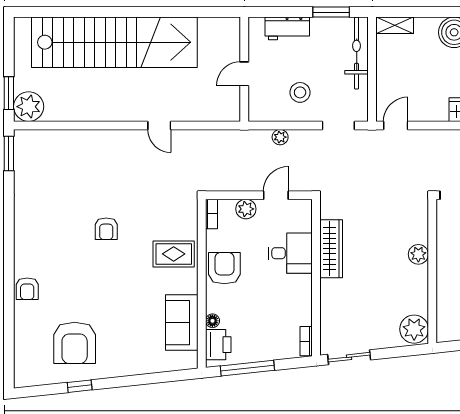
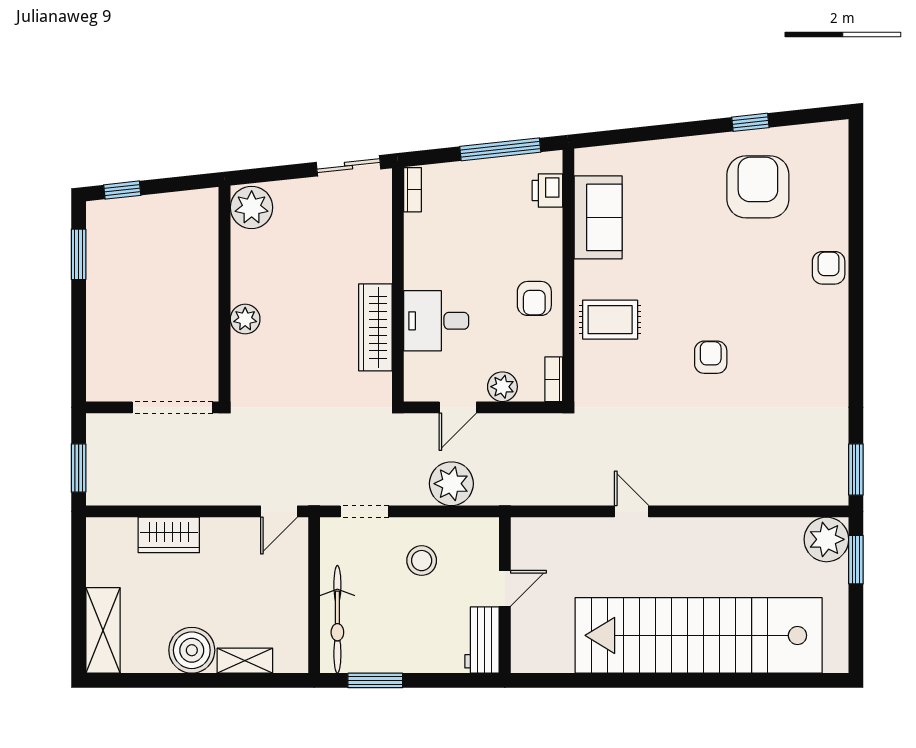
shelving: (395, 25) -> (245, 661), moved
workbench: (287, 28) -> (482, 640), moved, turned -90
plant: (280, 137) -> (451, 484), width x1.88, depth x1.88
armchair: (224, 268) -> (534, 298), width x0.72, depth x0.72
floor lamp: (212, 321) -> (552, 220), removed
printer: (218, 345) -> (547, 191), width x0.73, depth x0.81

